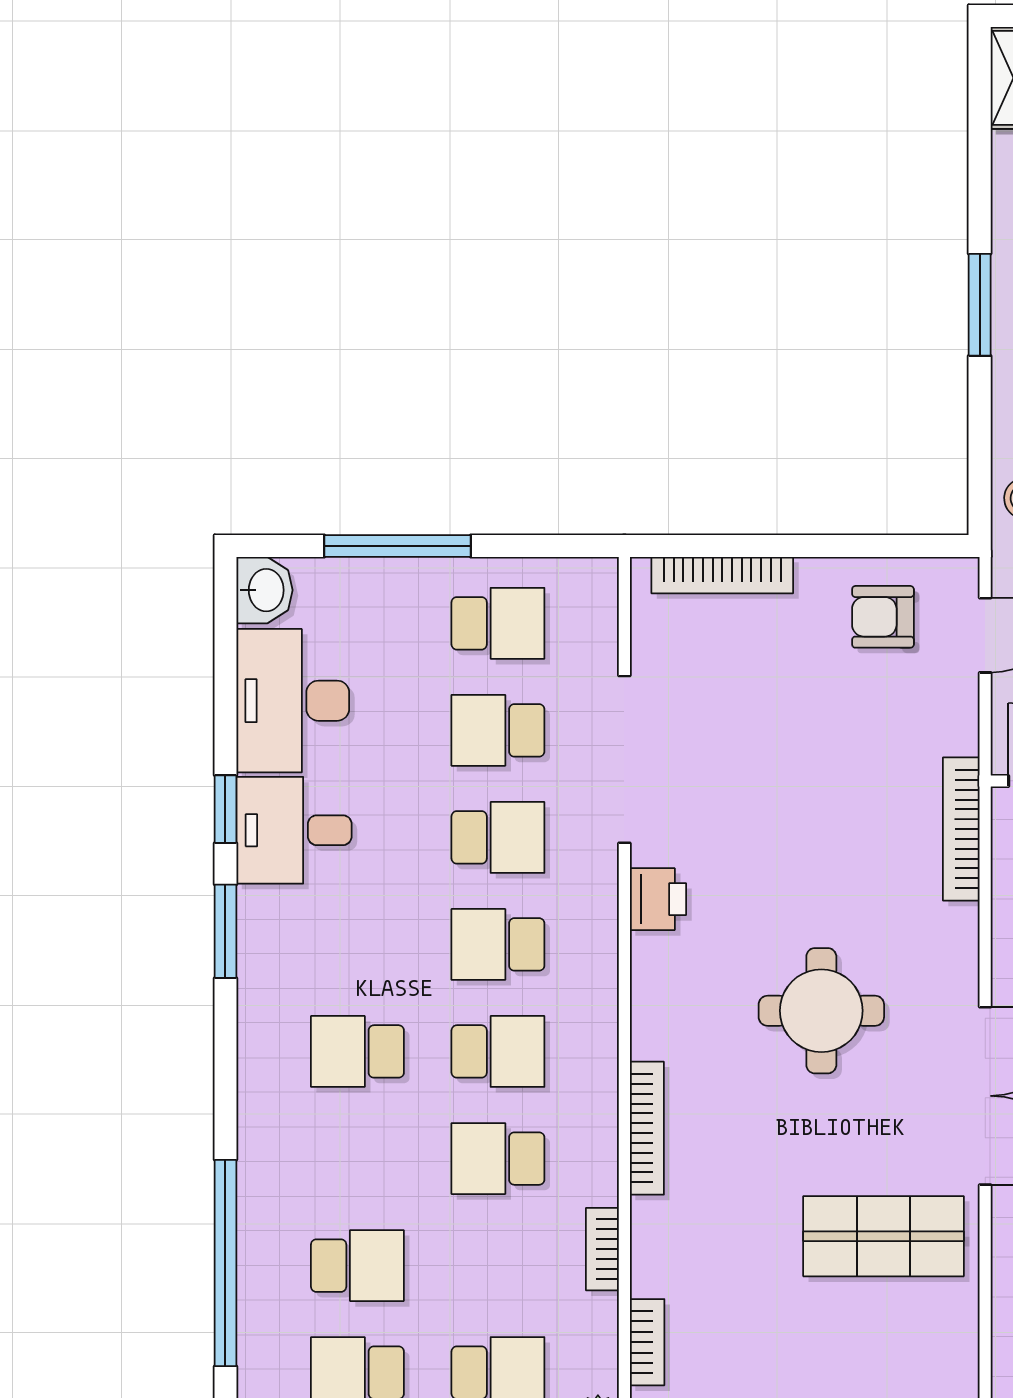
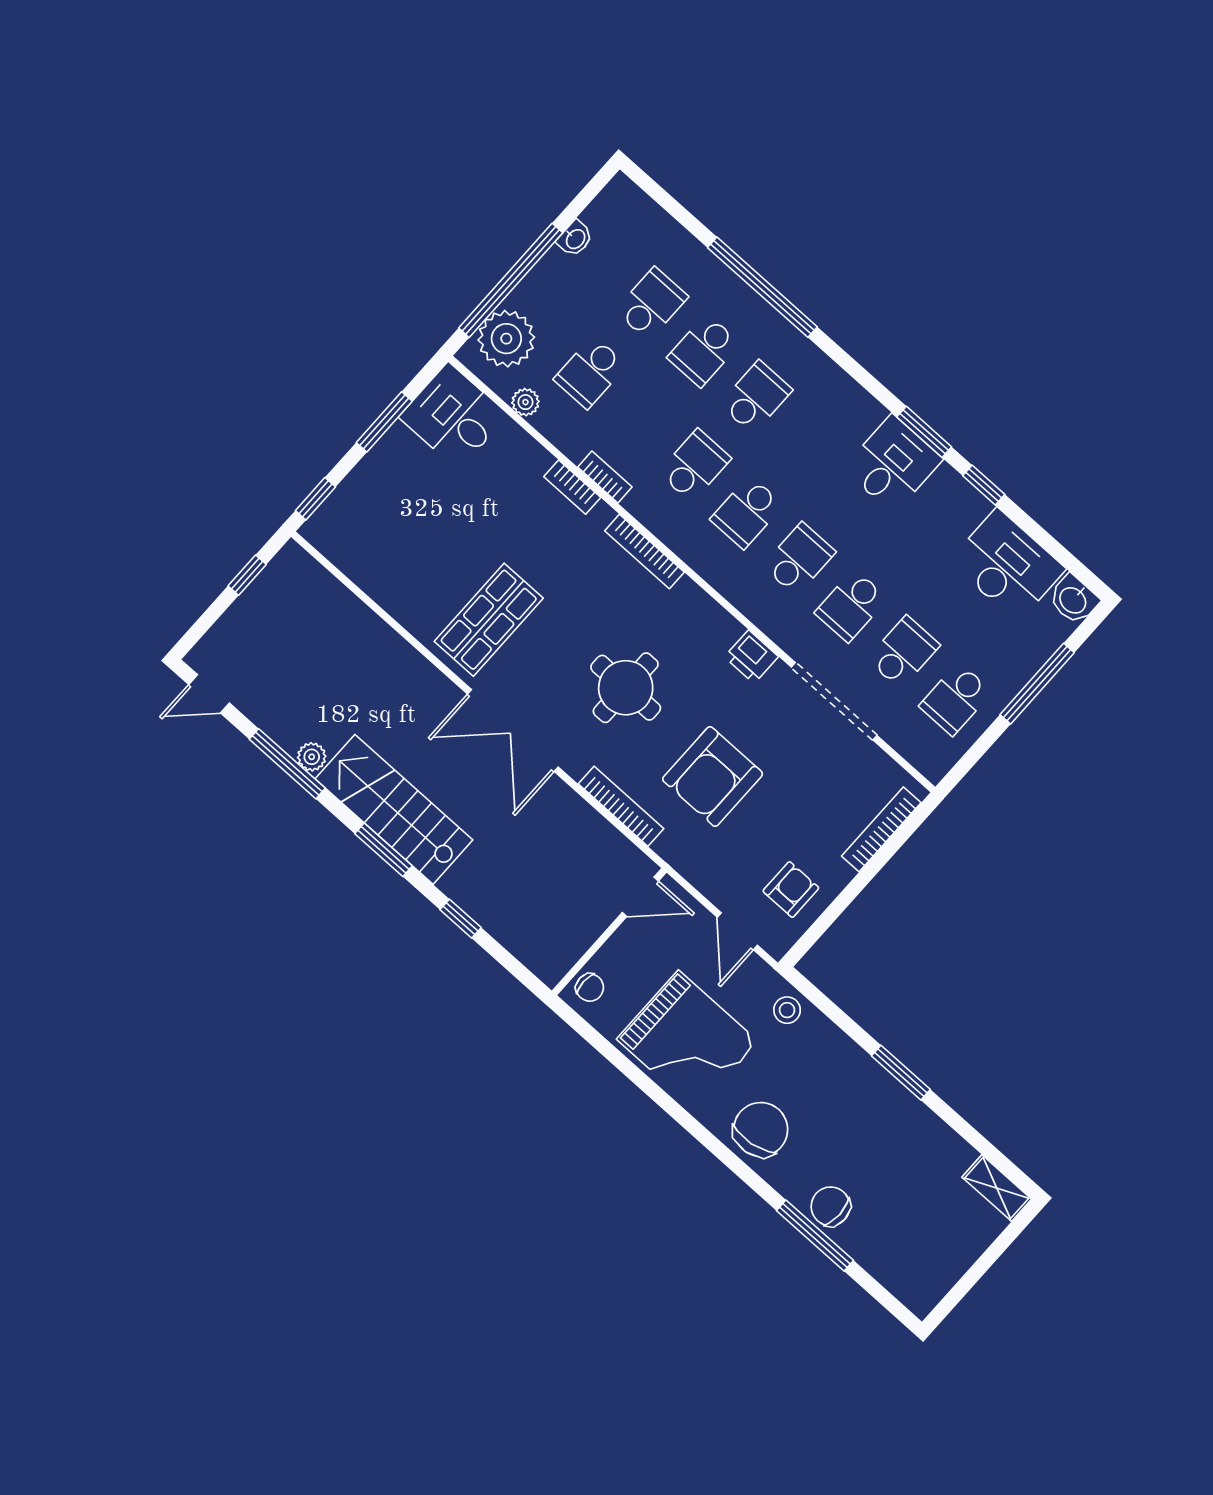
armchair: (834, 821) -> (713, 776), added
bookcase: (961, 829) -> (621, 806), moved
desk: (294, 830) -> (893, 464), moved
school desk: (357, 1051) -> (756, 397), moved
bookcase: (647, 1342) -> (572, 487), moved

